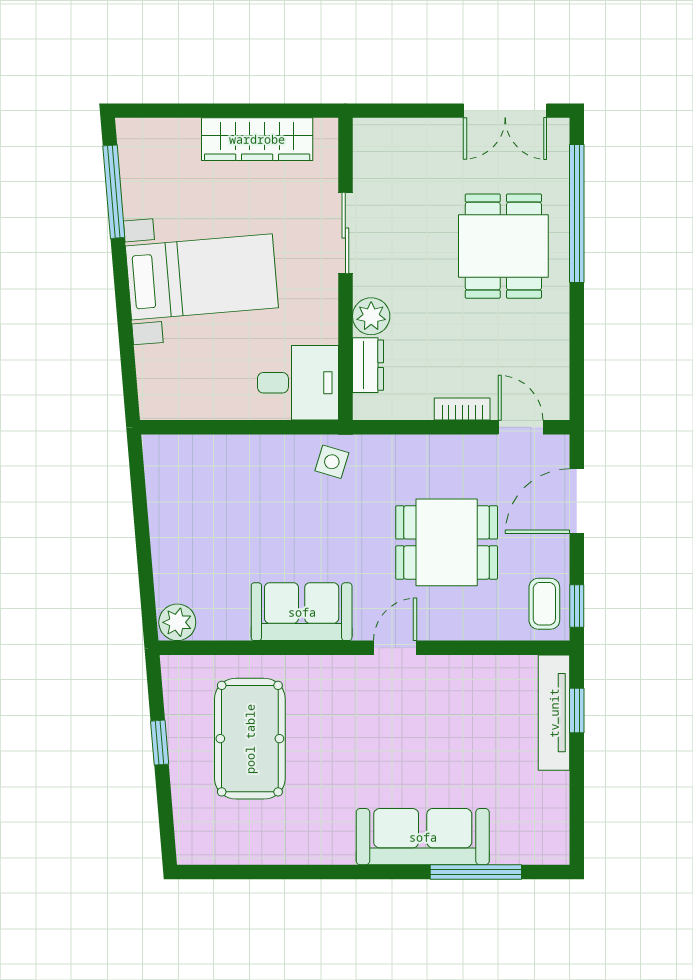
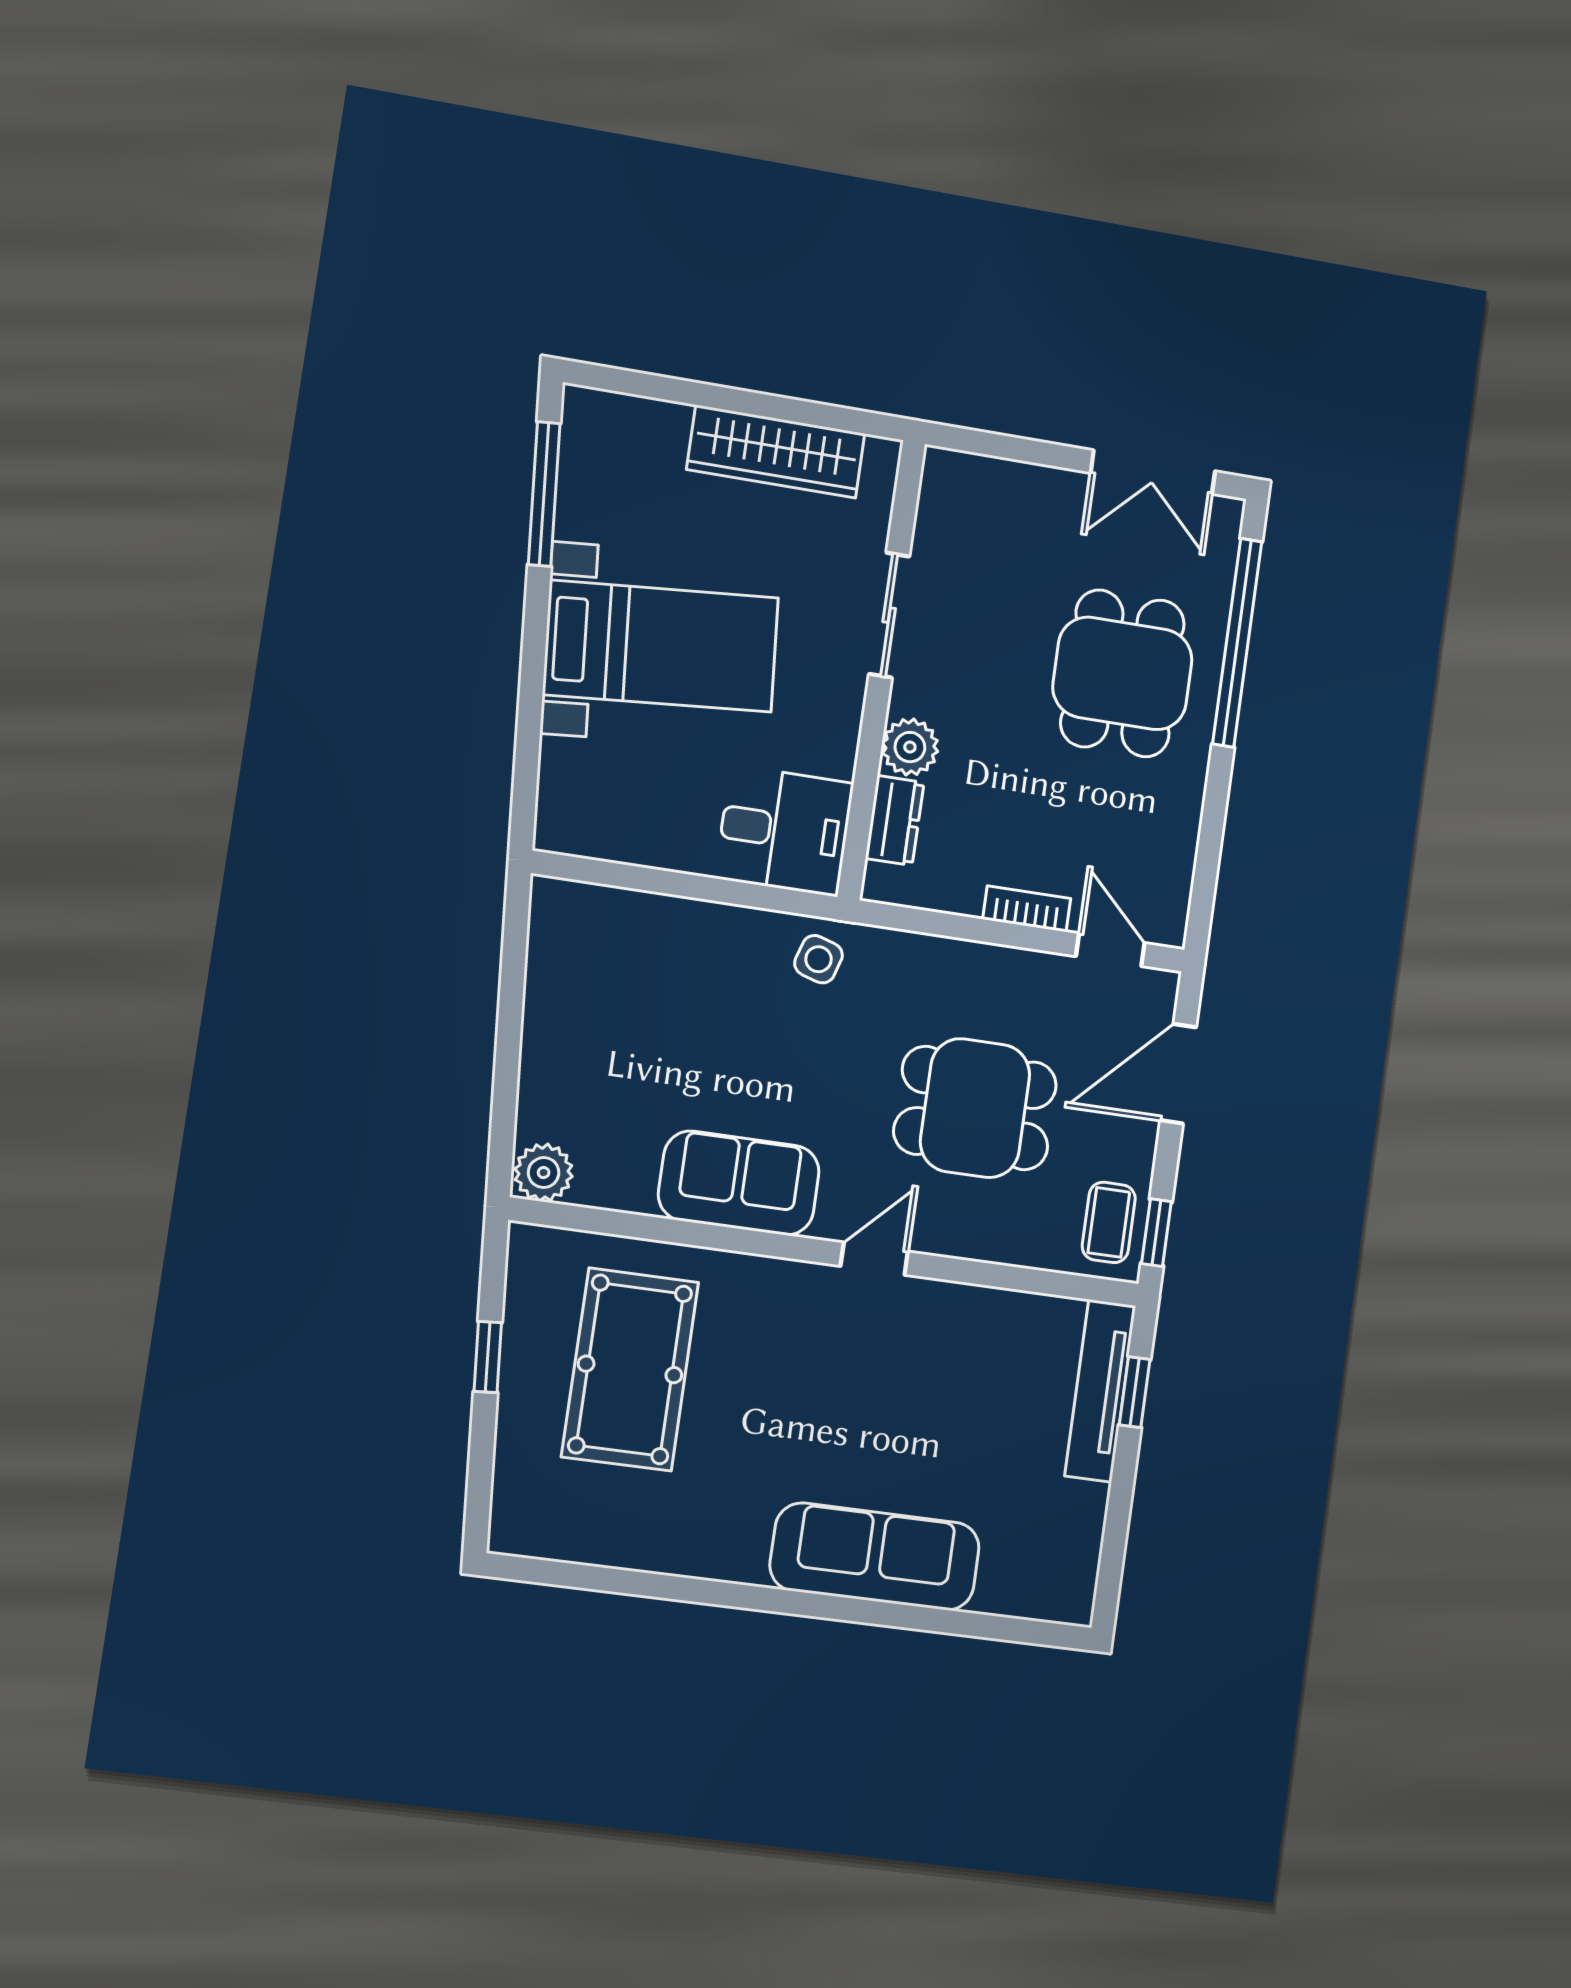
window: (476, 872) -> (948, 1622), removed

